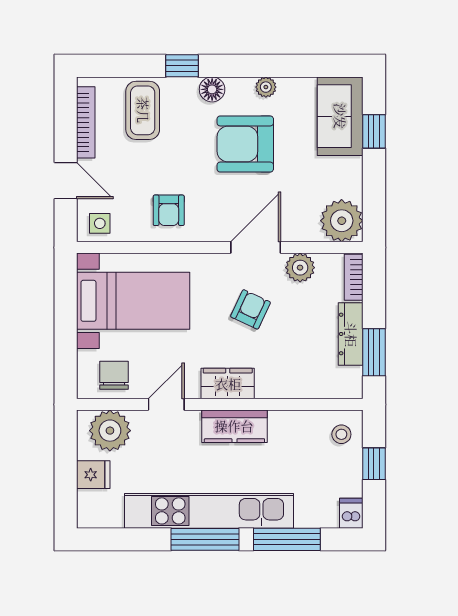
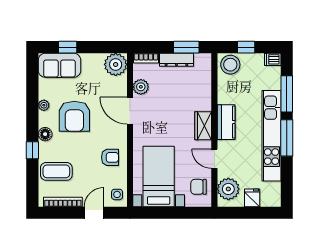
armchair: (250, 309) -> (163, 113), removed
stool: (341, 434) -> (230, 65), width x1.89, depth x1.89

